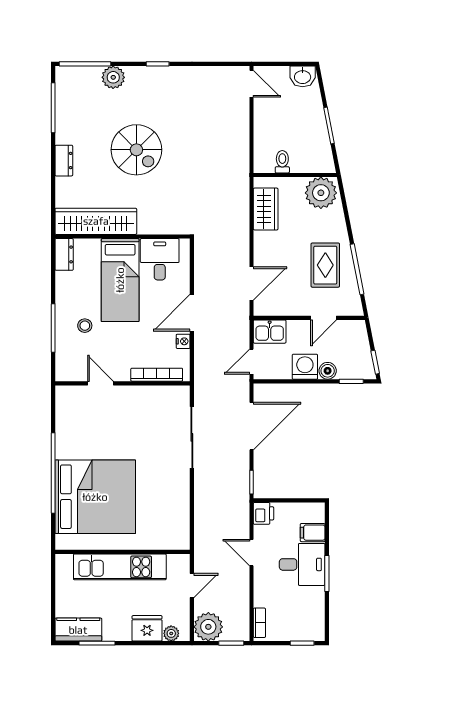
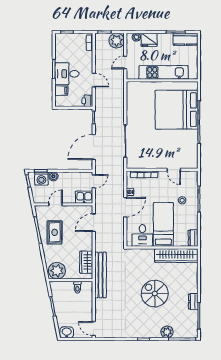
dresser: (64, 161) -> (193, 302), moved
bench: (239, 185) -> (101, 275), added
washing machine: (305, 367) -> (41, 178), moved

